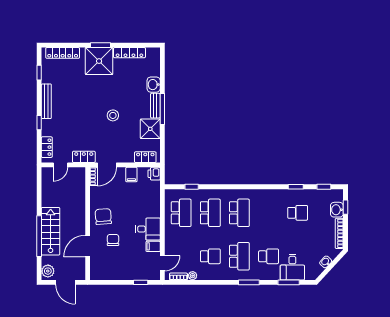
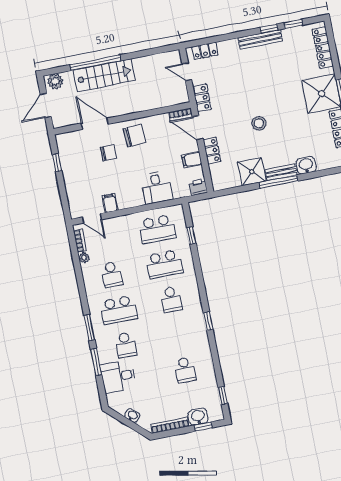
window: (39, 123) -> (269, 29), moved
locker: (145, 157) -> (212, 151), moved
window: (296, 187) -> (208, 321), moved
school desk: (239, 213) -> (171, 299), width x0.54
desk: (148, 229) -> (157, 188), moved
window: (141, 282) -> (57, 163), moved
window: (289, 282) -> (96, 362), moved

